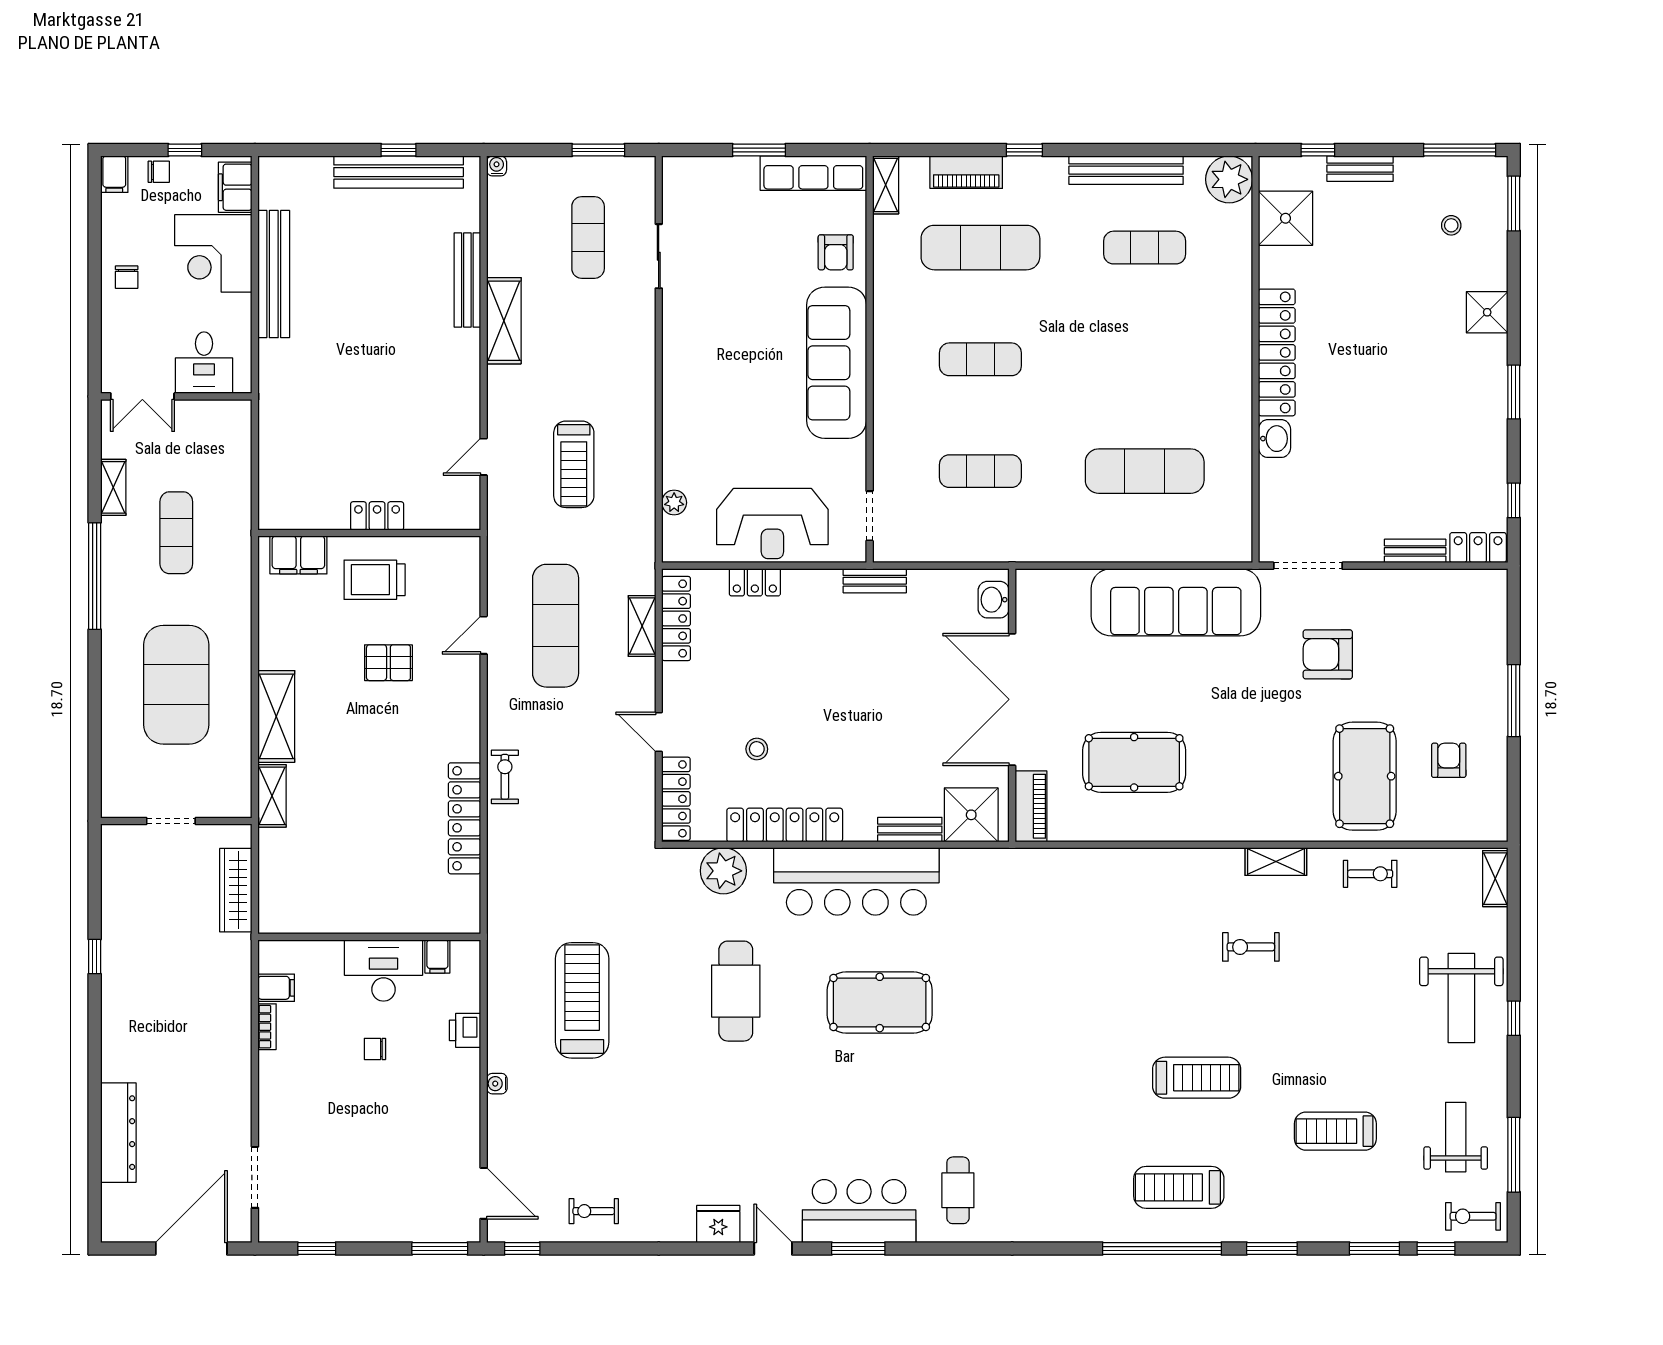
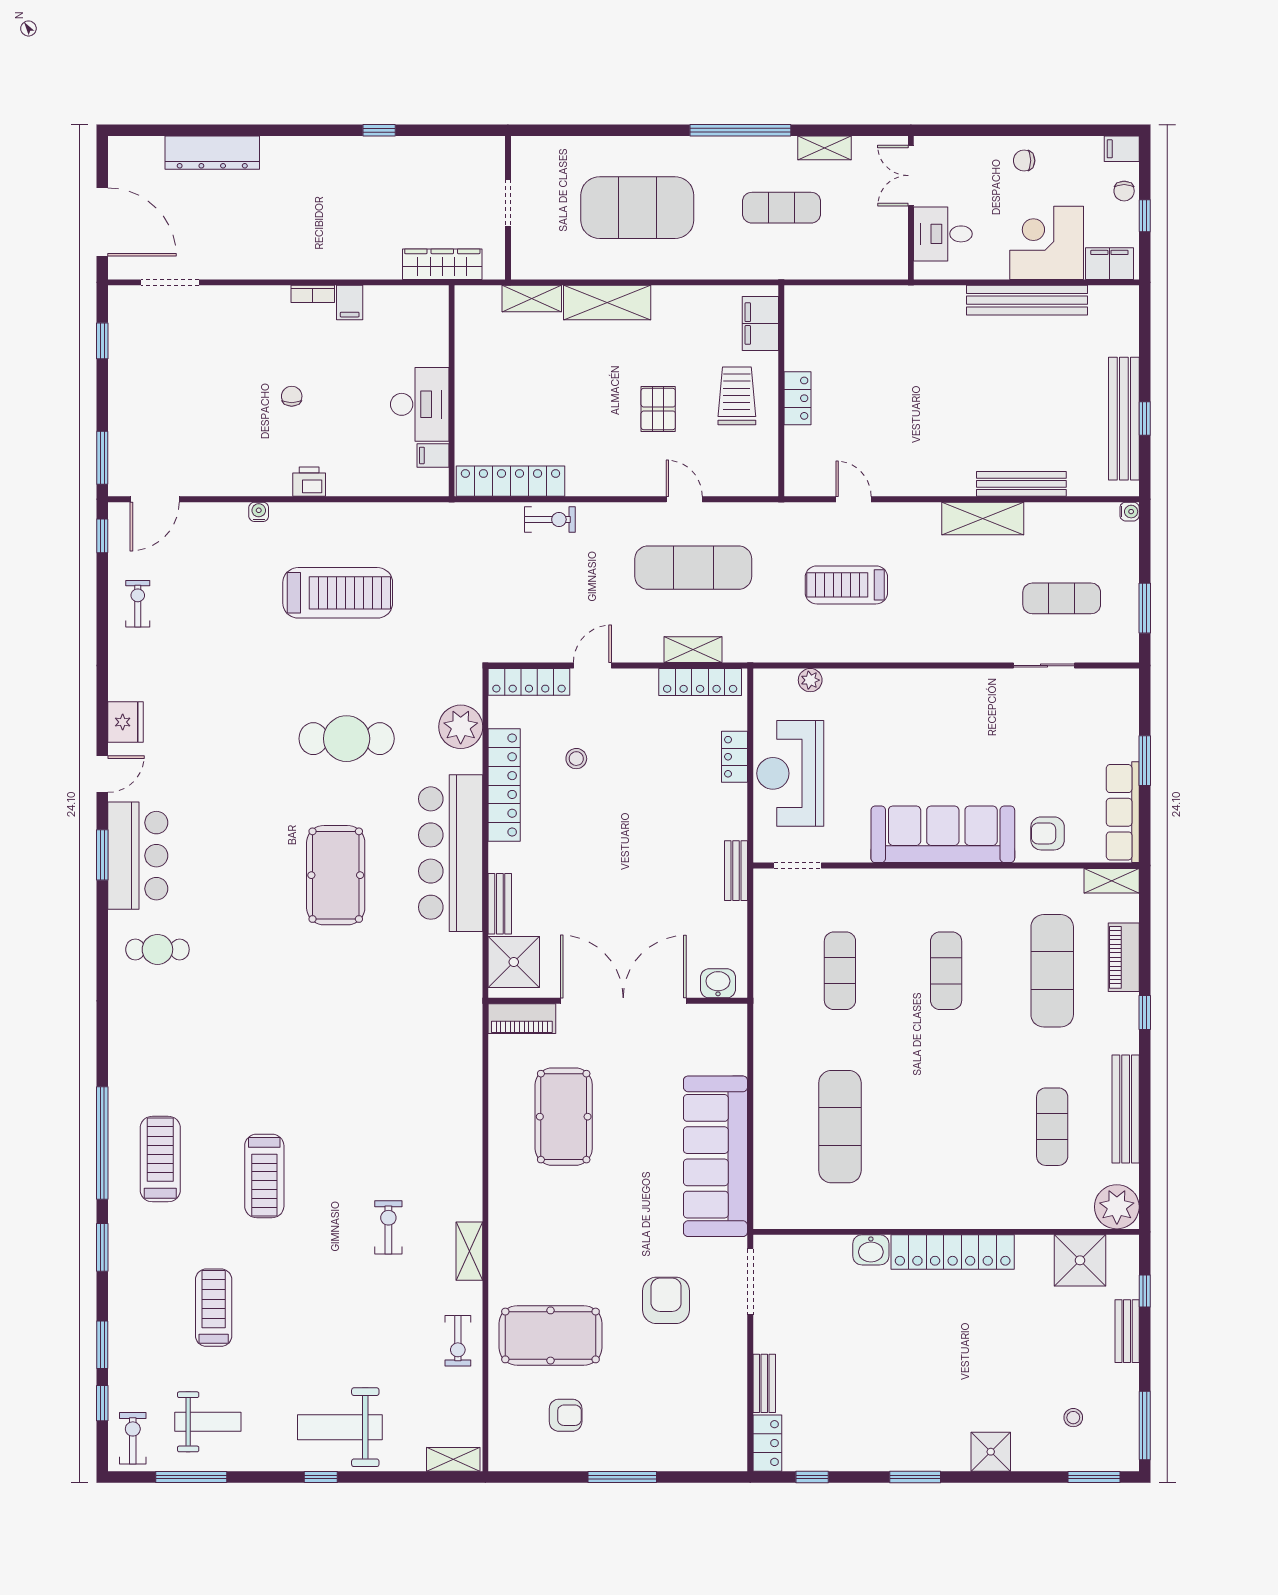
wall: (369, 937) -> (452, 391), moved
filing cabinet: (437, 956) -> (433, 455), moved
desk: (384, 970) -> (420, 404), moved

